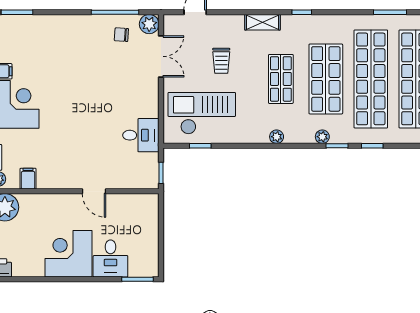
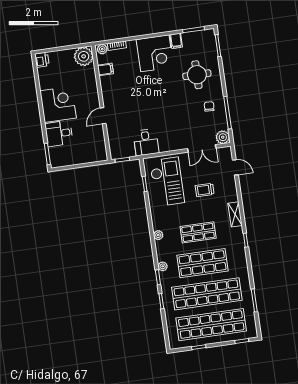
chair: (121, 35) -> (209, 106), moved
round table: (54, 48) -> (197, 75), added

